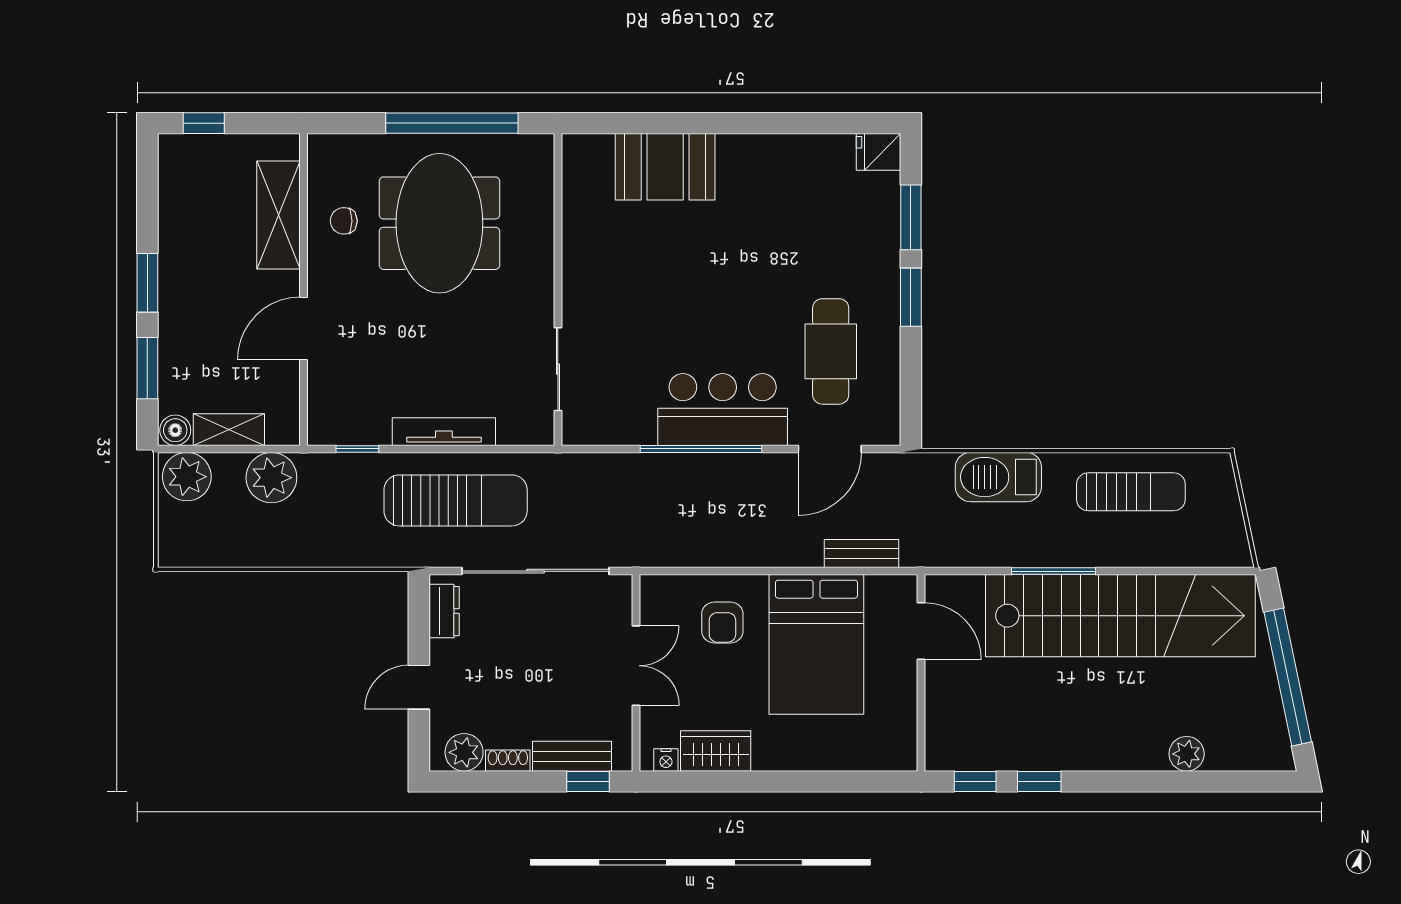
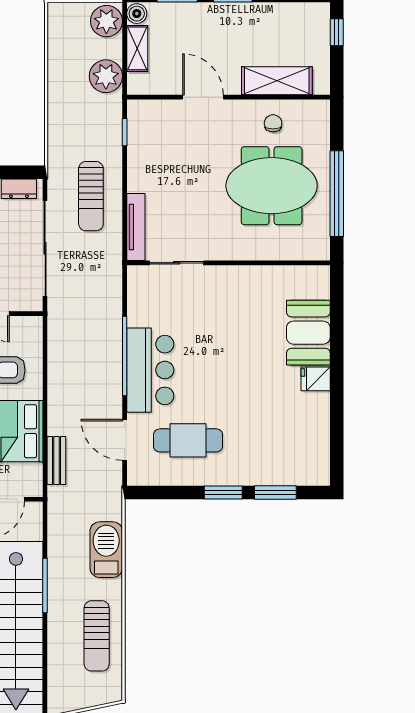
fridge: (879, 152) -> (316, 379), moved, turned -90
tv unit: (444, 432) -> (136, 227), moved
sun lounger: (456, 500) -> (91, 196), width x0.73, depth x0.75

